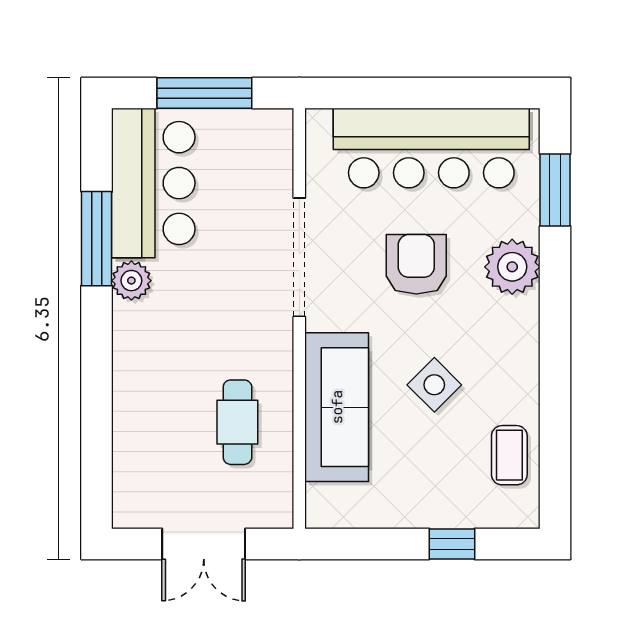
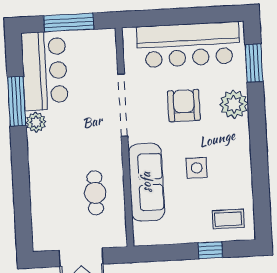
side table: (434, 385) -> (197, 168), turned 45
coffee table: (509, 455) -> (228, 219), moved, turned 90

